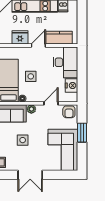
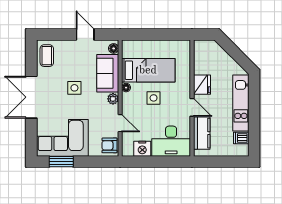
window: (82, 133) -> (61, 162), moved
double door: (30, 175) -> (31, 97), width x1.37

